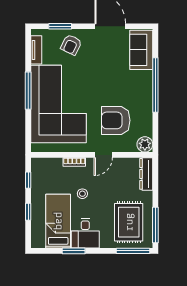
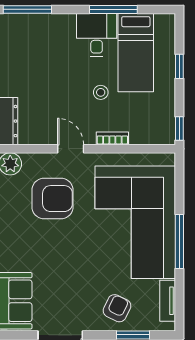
door: (103, 155) -> (71, 149), hinge flipped
window: (28, 180) -> (179, 129), moved
rug: (129, 222) -> (34, 51), removed
window: (74, 251) -> (113, 9), width x1.44

